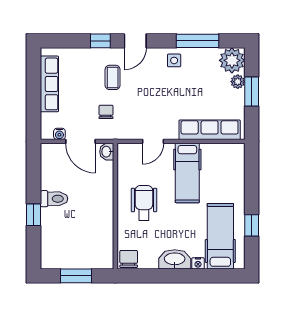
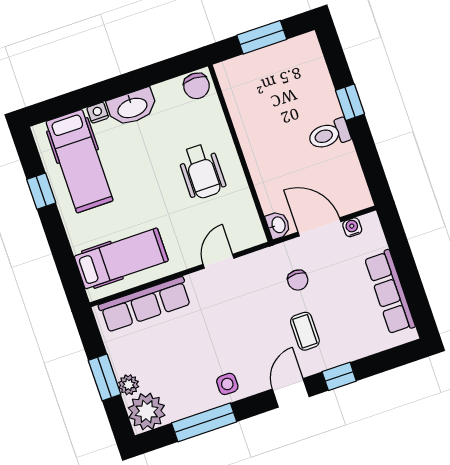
hospital bed: (187, 173) -> (121, 258), moved, turned 90

